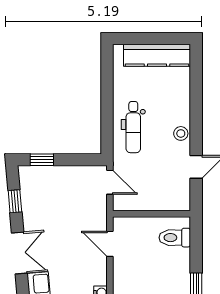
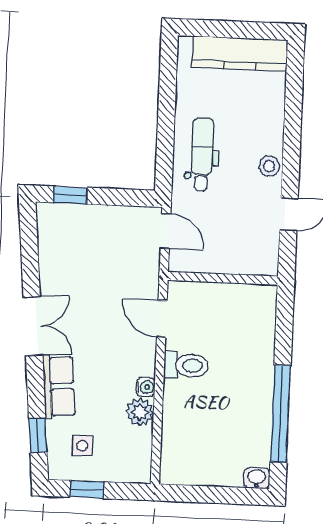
dental chair: (133, 127) -> (202, 154), turned 180
window: (15, 201) -> (30, 252), removed
toilet: (175, 238) -> (186, 365), moved, turned 180

